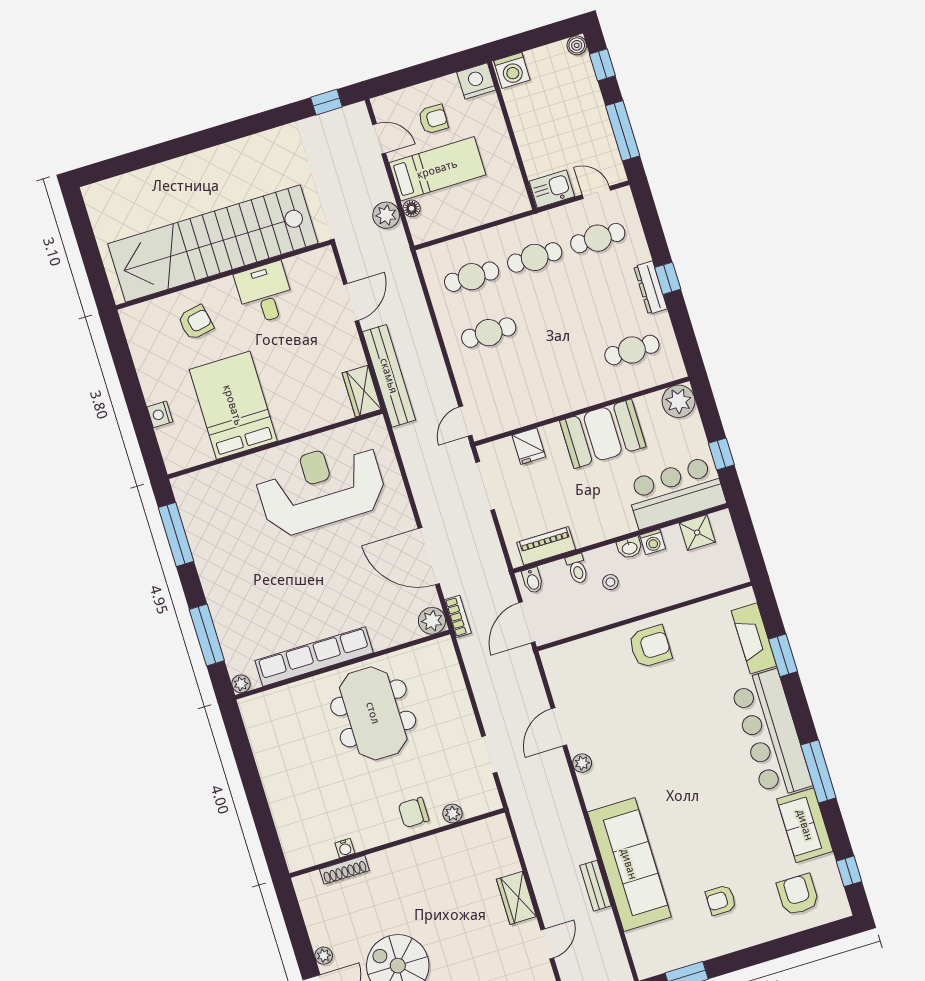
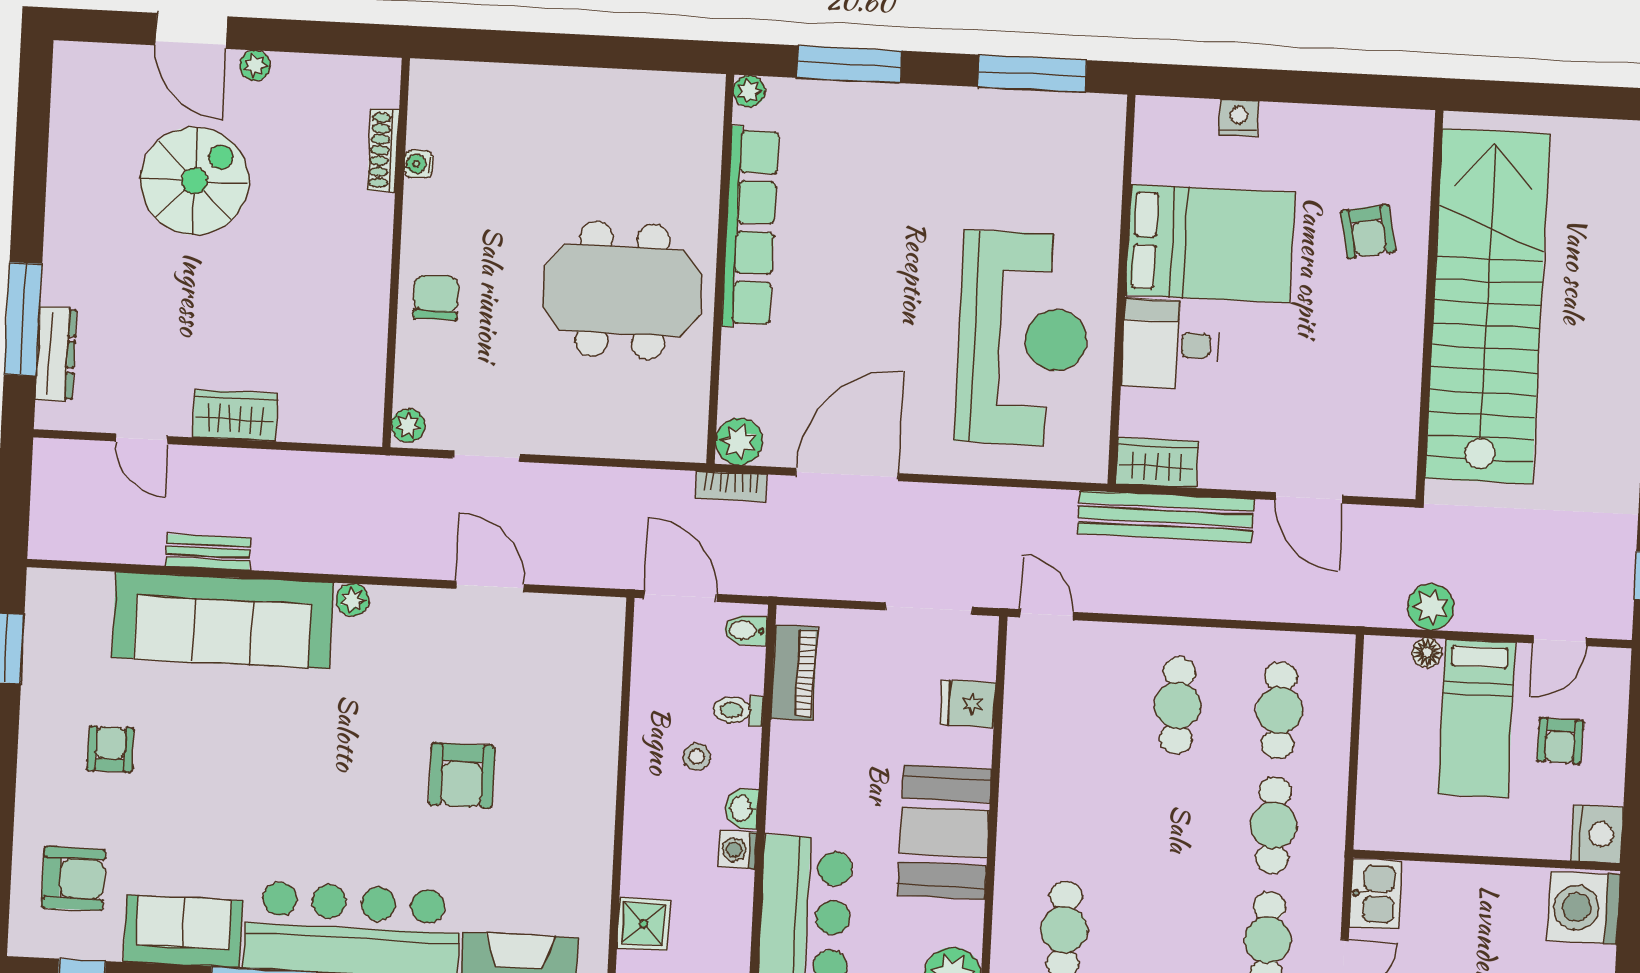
washing machine: (512, 70) -> (1584, 908), width x1.37, depth x1.37
desk: (265, 293) -> (1170, 344), moved, turned 180
shower: (697, 533) -> (643, 924), moved
armchair: (650, 646) -> (462, 775), moved
plant: (582, 763) -> (353, 600), moved
plant: (452, 814) -> (408, 425), moved

